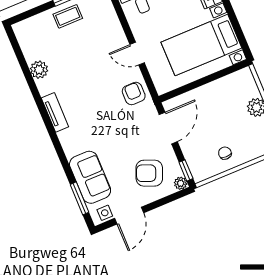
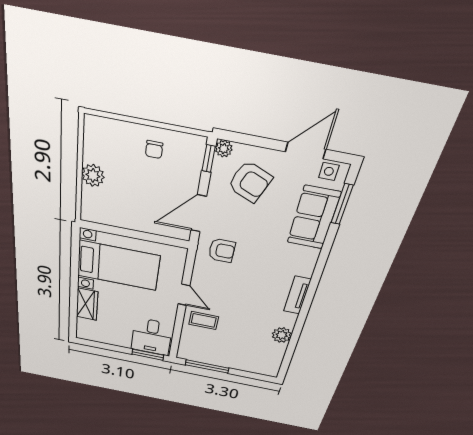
coffee table: (68, 16) -> (204, 320), moved
armchair: (134, 94) -> (222, 250), moved, turned -90

